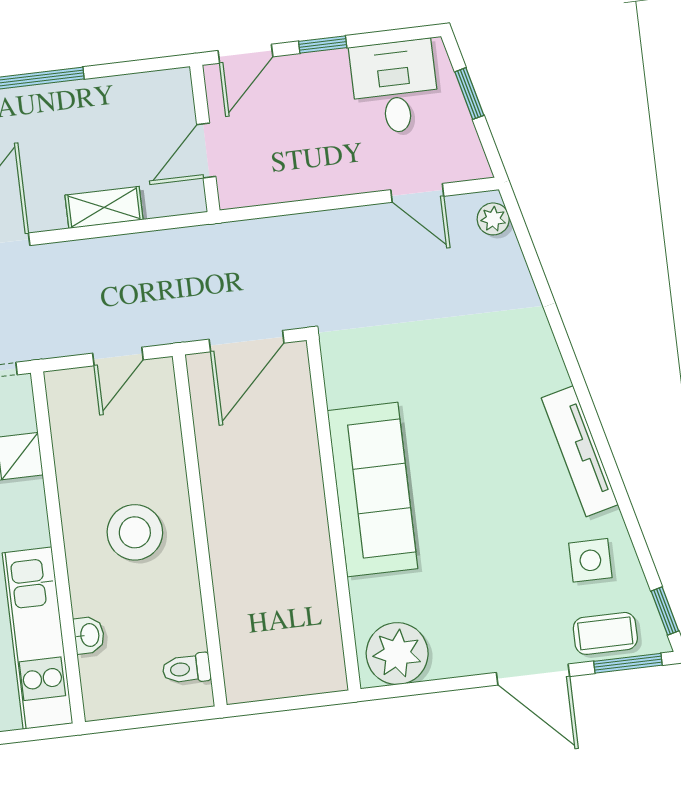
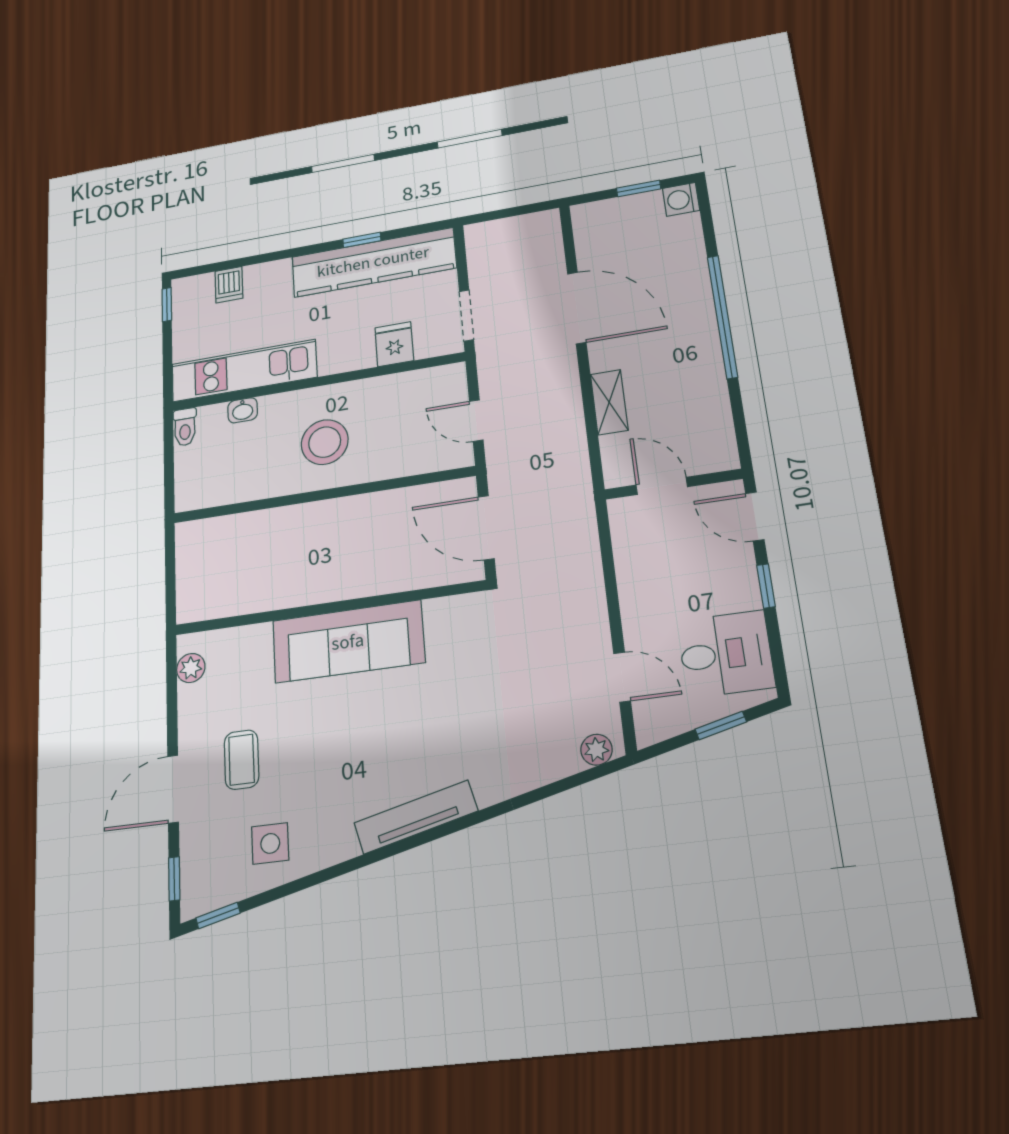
door: (417, 193) -> (622, 677), swing flipped
tv unit: (580, 451) -> (416, 817), moved
coffee table: (605, 633) -> (242, 760), moved
plant: (397, 654) -> (191, 668), width x0.53, depth x0.53
window: (628, 663) -> (174, 879), width x0.67
toilet: (186, 669) -> (185, 427), moved, turned 180

